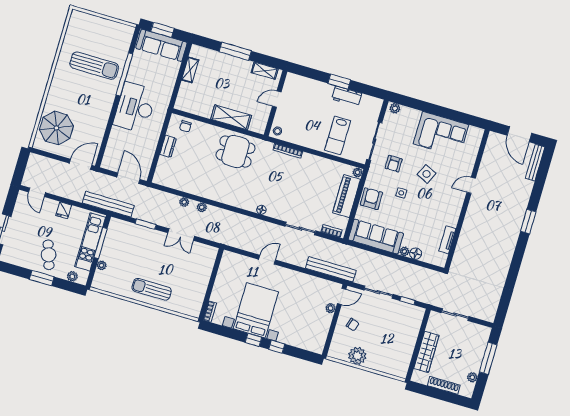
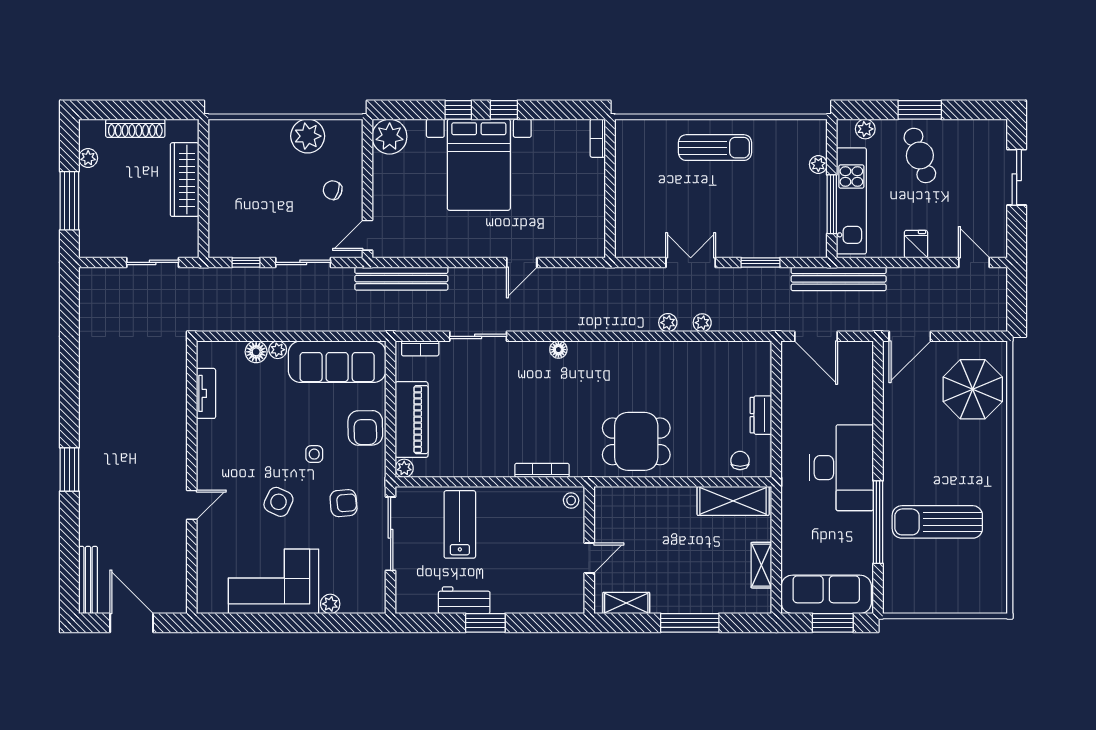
plant: (395, 108) -> (330, 604), moved
shelving: (231, 117) -> (733, 501), moved
armchair: (394, 164) -> (344, 503), turned 85
plant: (330, 308) -> (390, 137), moved, width x1.87, depth x1.87
bed with nightstands: (256, 310) -> (479, 165), moved

